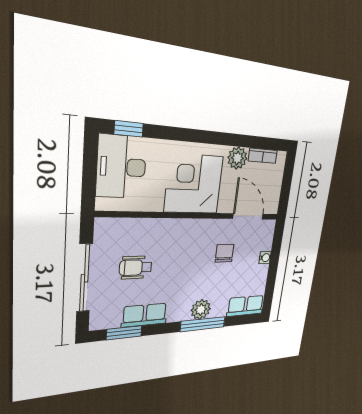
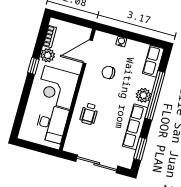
window: (129, 129) -> (33, 66), moved
desk: (121, 167) -> (52, 124), moved, turned -90
wheelchair: (136, 267) -> (89, 114), moved
row of seats: (145, 315) -> (135, 127), width x1.48
window: (203, 324) -> (155, 95), width x1.46

